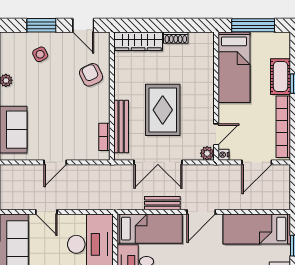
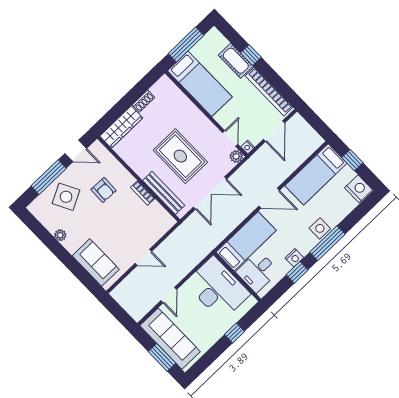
window: (41, 25) -> (49, 177), width x1.44
side table: (40, 54) -> (66, 197), width x1.87, depth x1.87
armchair: (91, 75) -> (104, 190), moved, turned -153
bookcase: (104, 137) -> (143, 193), moved
door: (55, 162) -> (143, 257), hinge flipped
bench: (162, 203) -> (238, 217), removed
door: (46, 212) -> (169, 295), hinge flipped
door: (201, 212) -> (269, 198), hinge flipped

